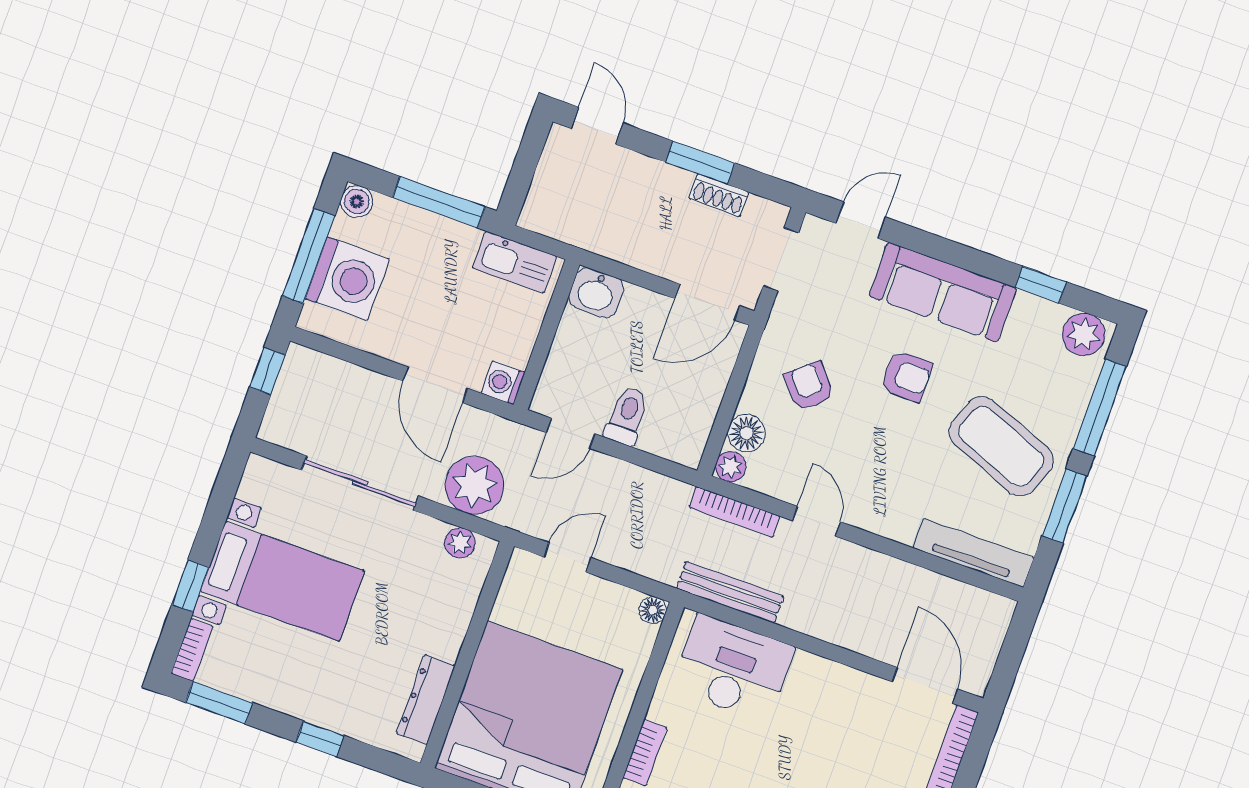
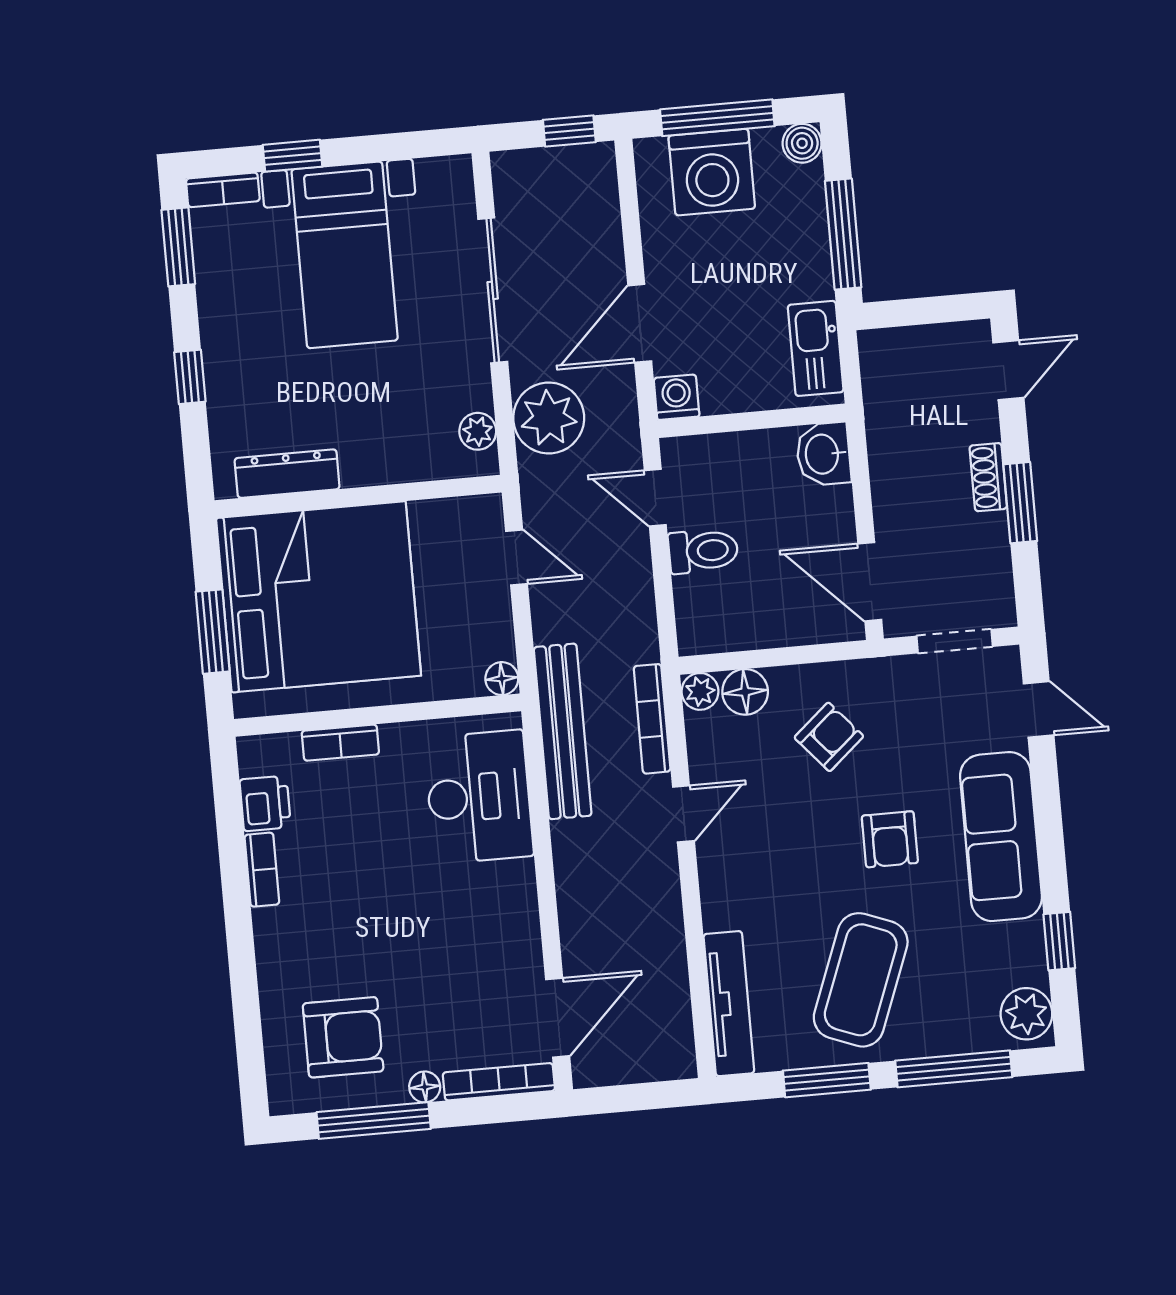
shoe rack: (719, 195) -> (988, 477), moved
bench: (730, 592) -> (563, 731), width x1.37, depth x1.21

